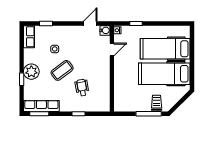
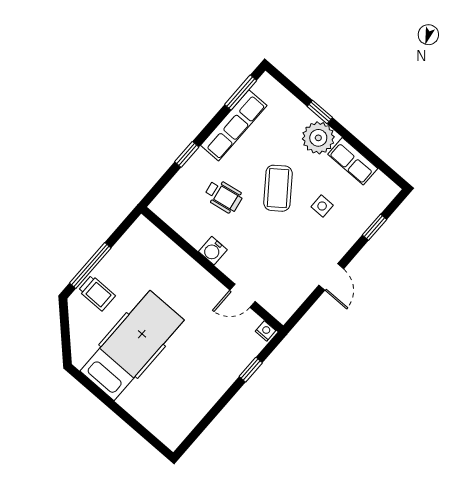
door: (90, 23) -> (331, 277), moved
water cooler: (105, 30) -> (213, 251), moved
row of seats: (29, 37) -> (353, 161), moved
hospital bed: (165, 49) -> (170, 381), removed
door: (112, 50) -> (242, 296), hinge flipped
row of seats: (41, 106) -> (234, 125), moved

